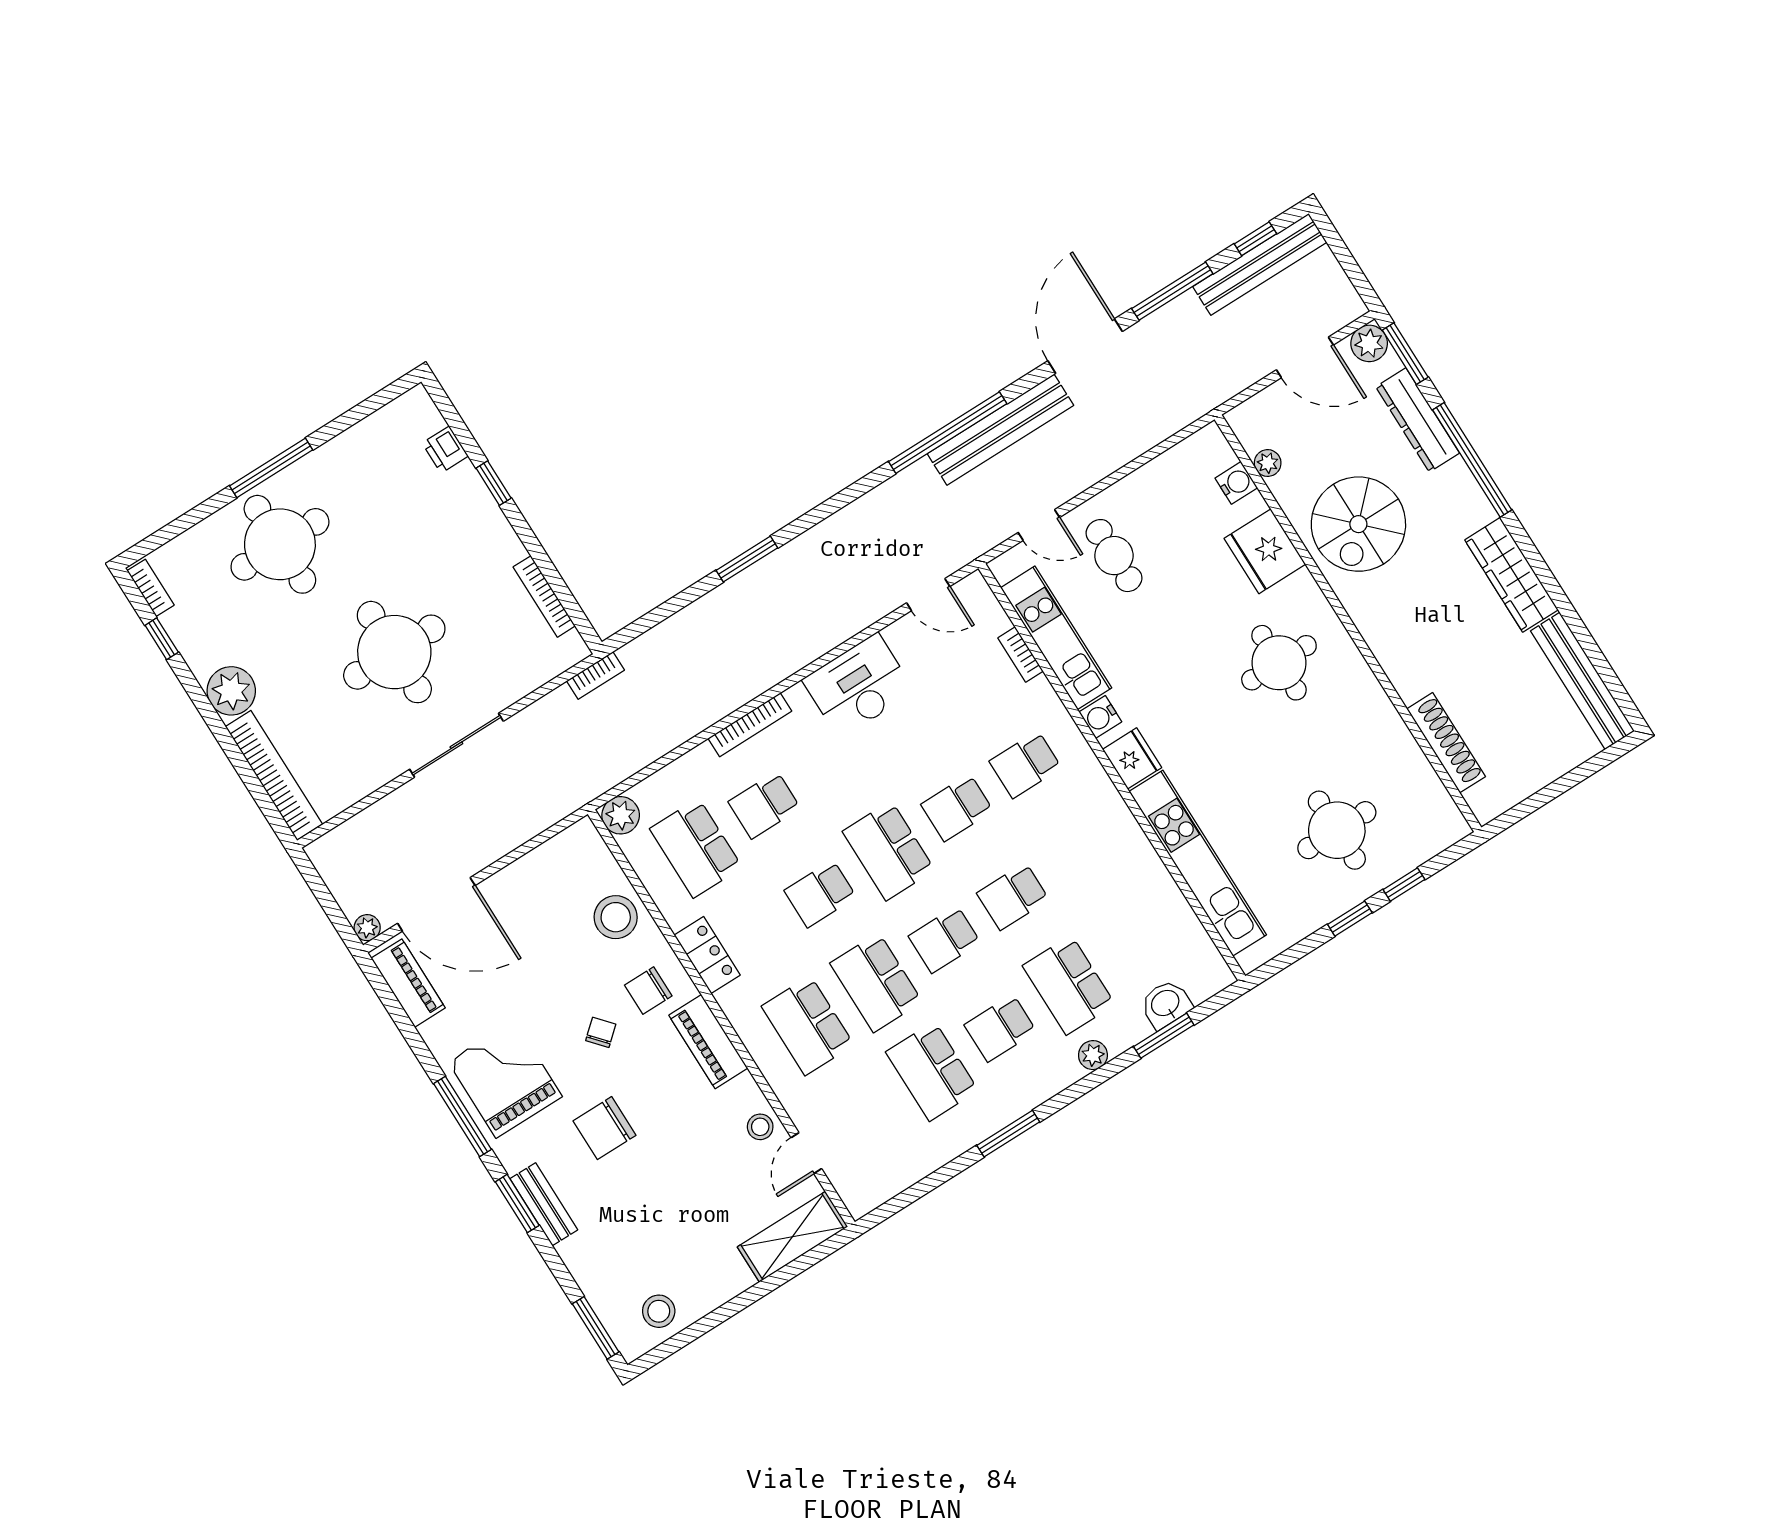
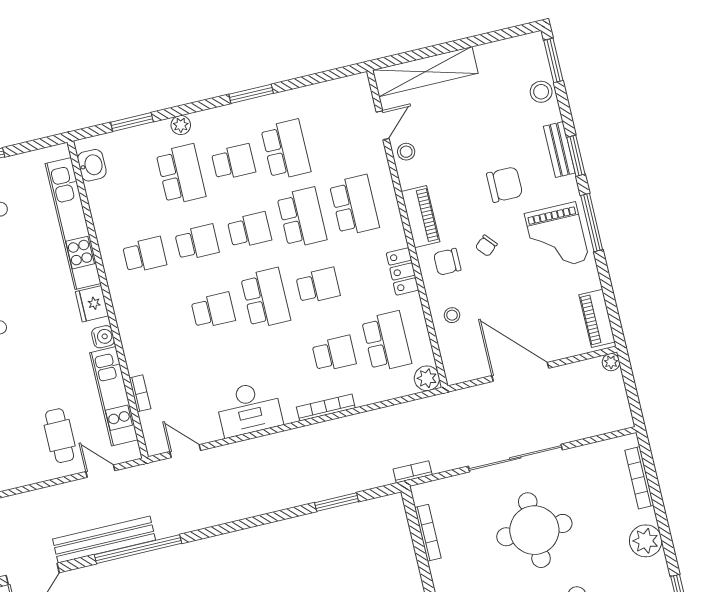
window: (747, 559) -> (337, 502), moved
sliding door: (456, 745) -> (515, 458), width x1.36
school desk: (1025, 765) -> (145, 255), moved
bookcase: (274, 775) -> (639, 478), width x0.68, depth x0.76
door: (436, 904) -> (520, 372), moved
stool: (616, 917) -> (452, 315), width x0.53, depth x0.53
chair: (648, 991) -> (447, 262), turned 180
washbasin: (1166, 1004) -> (92, 165), moved, turned -90
shelving: (792, 1237) -> (425, 72), width x1.47
stool: (659, 1311) -> (541, 92), moved

